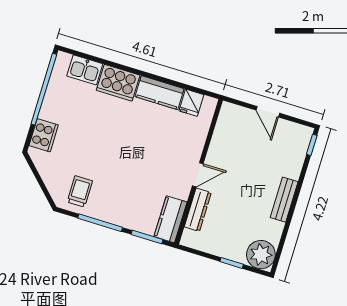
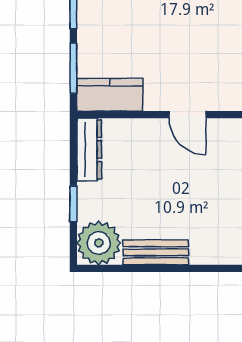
bench: (284, 200) -> (156, 252), moved
dresser: (198, 210) -> (89, 149), moved, turned -90

